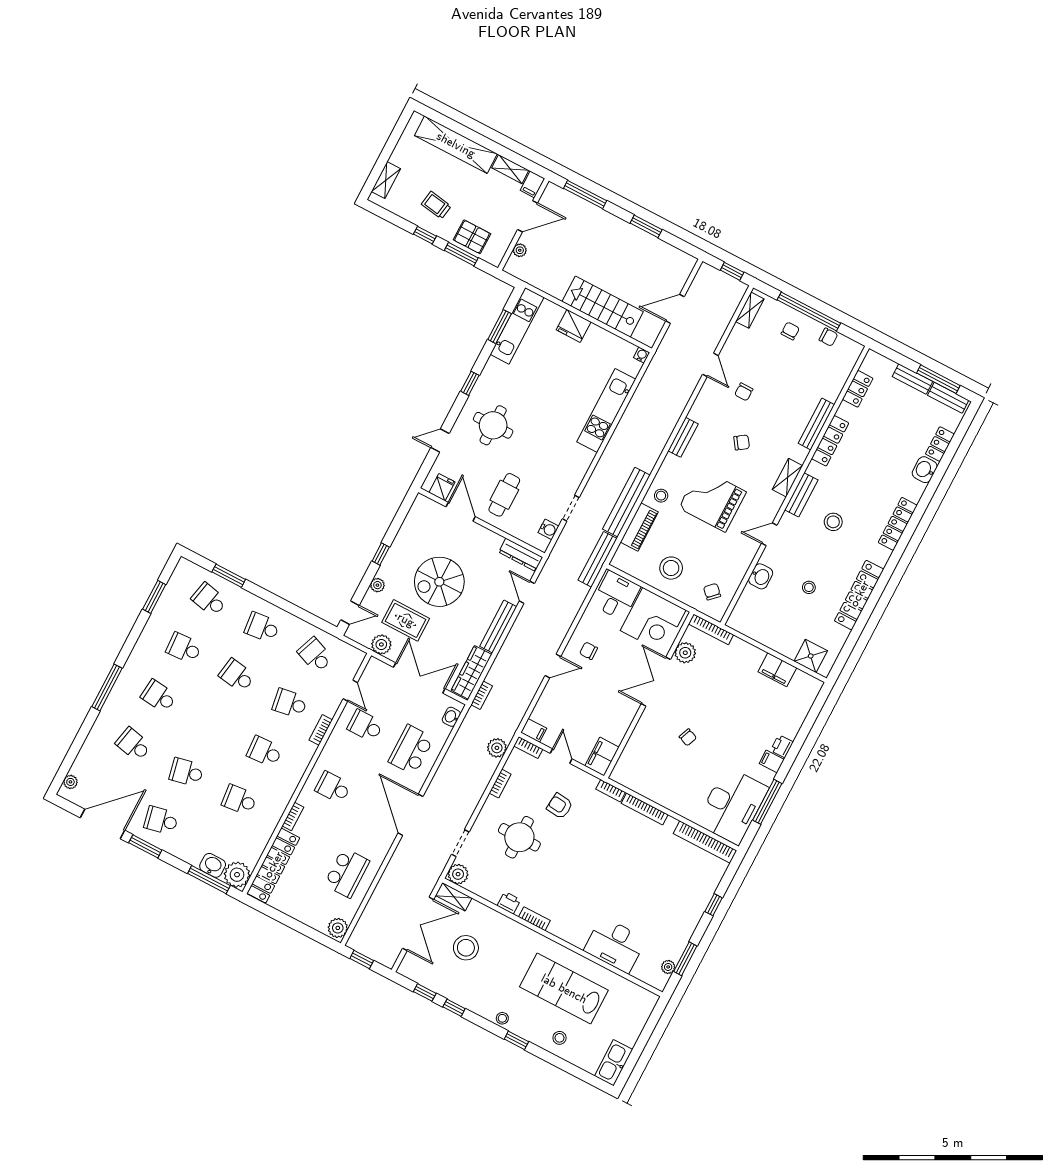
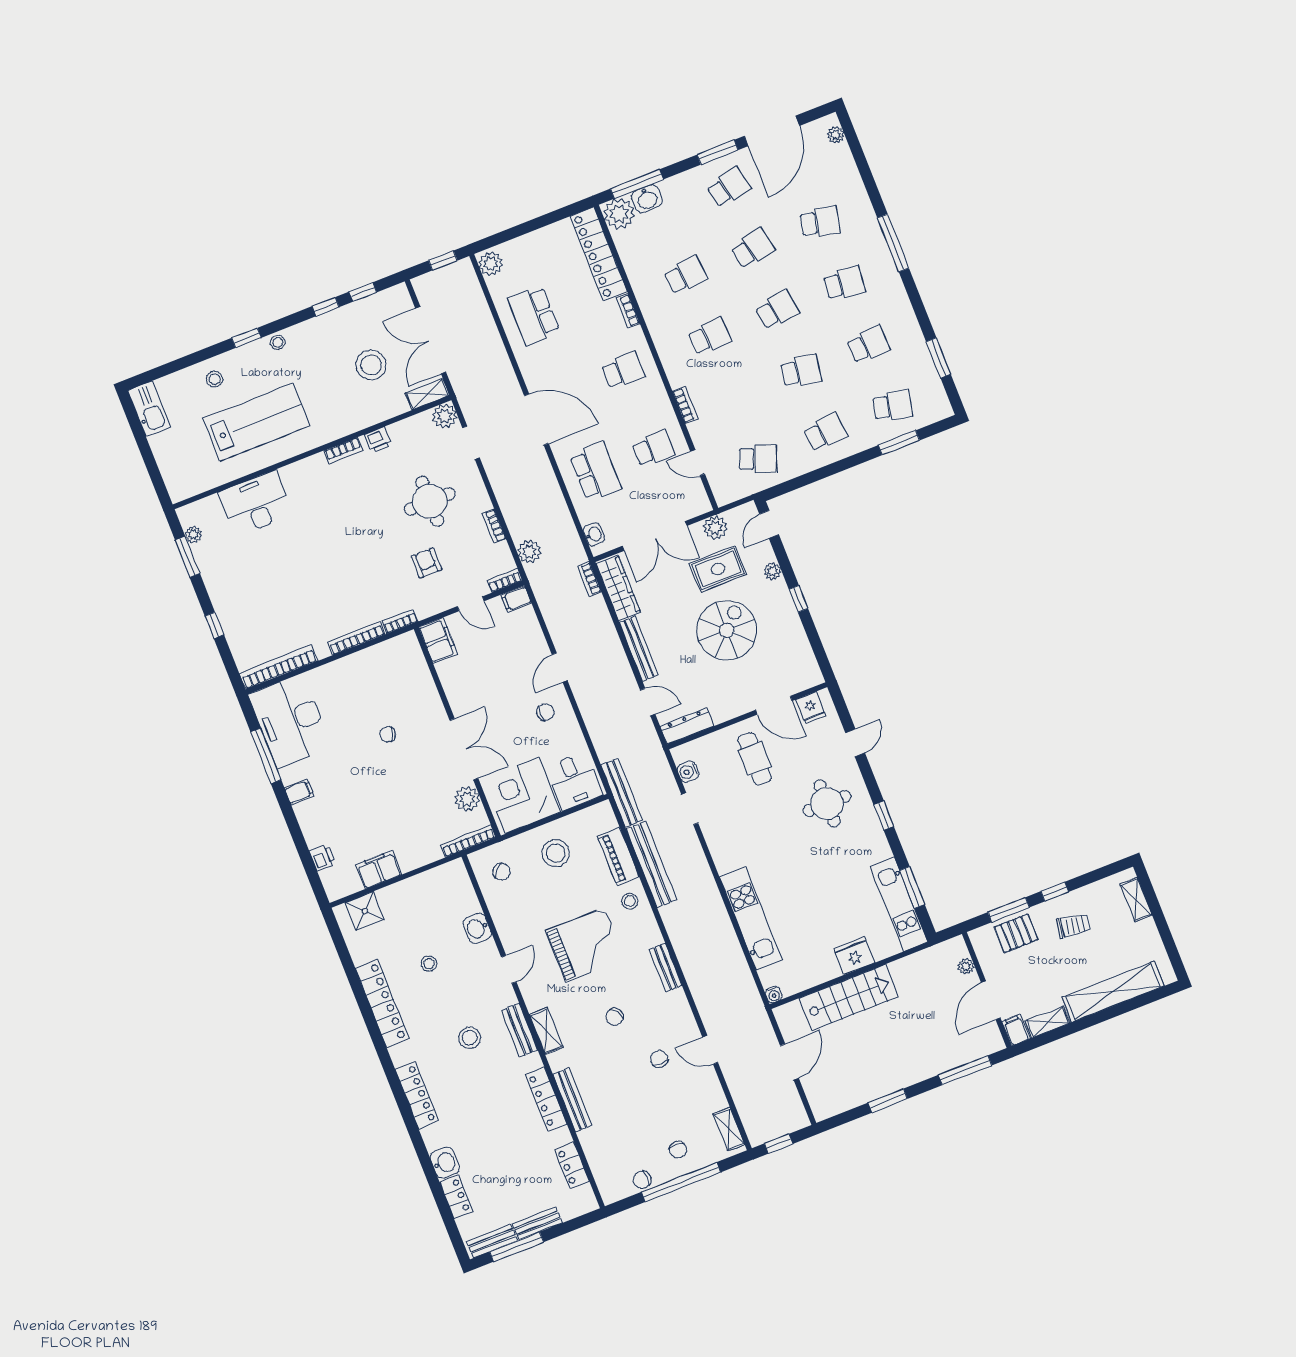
school desk: (290, 703) -> (777, 310), moved
printer: (782, 746) -> (322, 857), moved
armchair: (560, 806) -> (426, 563), turned -96

